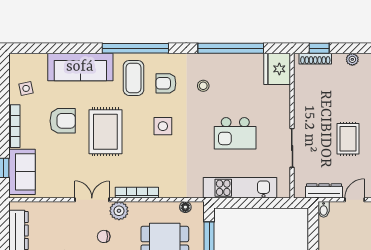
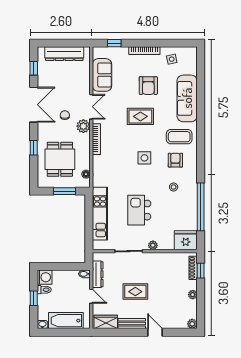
window: (135, 48) -> (201, 138), removed
plant: (284, 114) -> (153, 245), added
rug: (105, 132) -> (140, 116), width x0.73, depth x0.70
sofa: (22, 172) -> (102, 75), moved, turned -90

